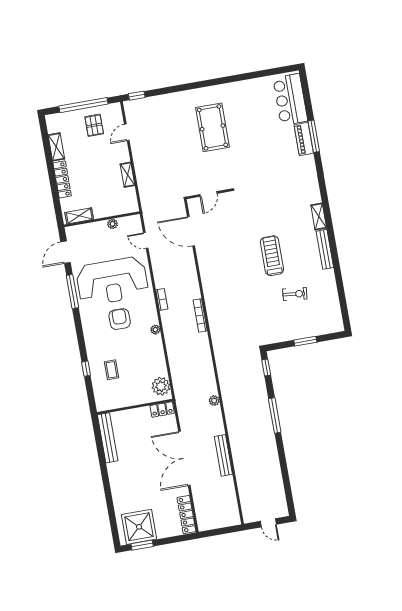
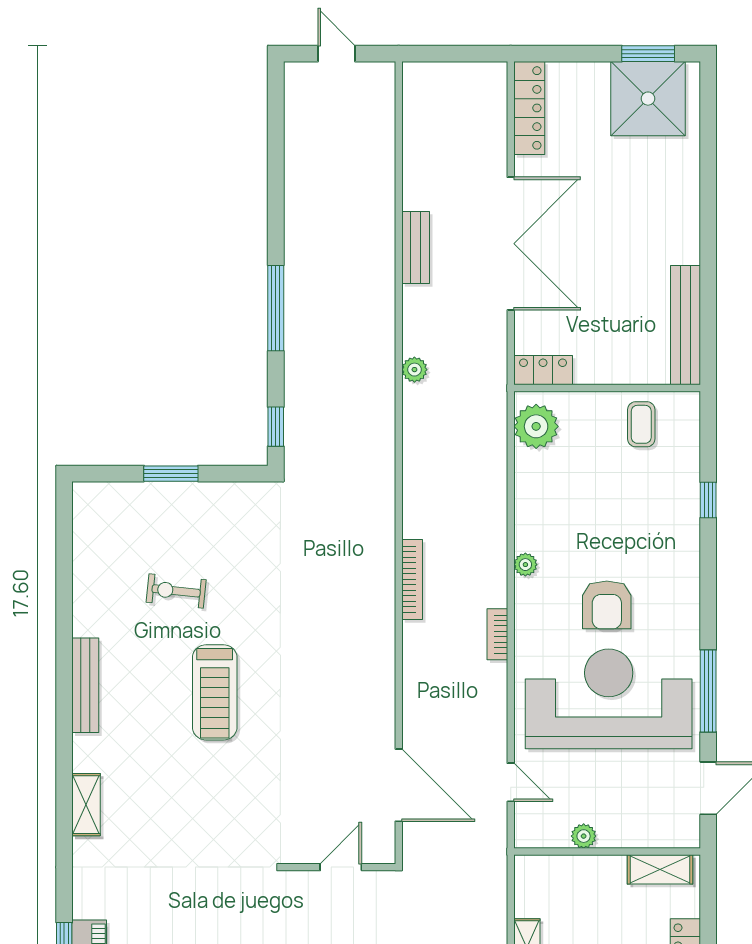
shelving: (319, 217) -> (86, 805), moved
coffee table: (112, 370) -> (641, 424), moved
bench: (223, 455) -> (416, 247), width x0.73

